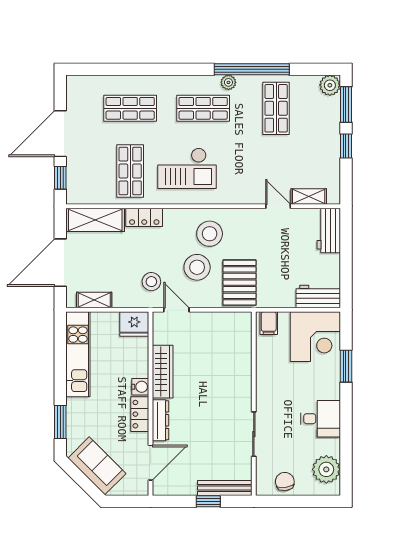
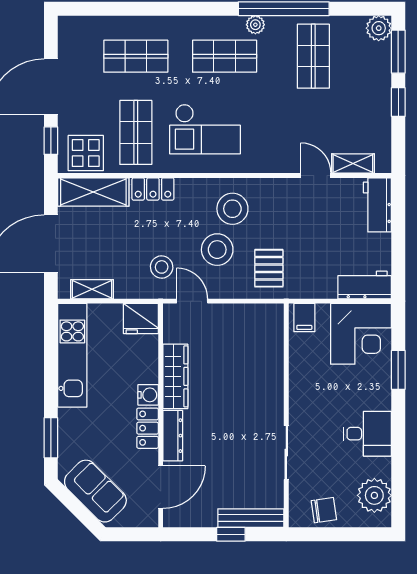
display table: (89, 188) -> (86, 153), added
pallet: (240, 283) -> (269, 268), width x0.67, depth x0.71
chair: (285, 482) -> (324, 510), turned 90

